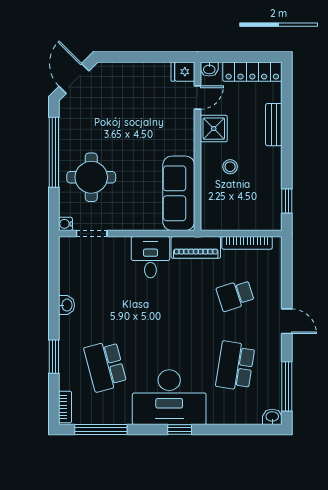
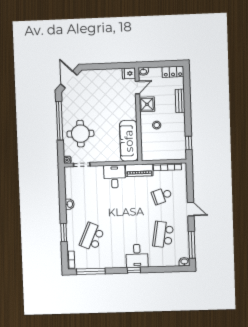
locker: (252, 72) -> (173, 72), width x0.66
school desk: (105, 366) -> (92, 237), turned 39
desk: (169, 397) -> (137, 256), width x0.53, depth x0.77

